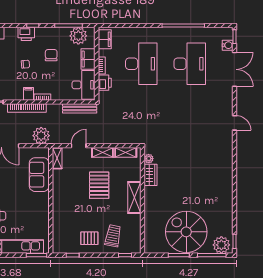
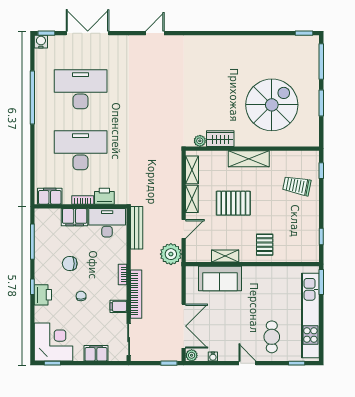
plant: (78, 36) -> (45, 229), removed
water cooler: (228, 45) -> (41, 42), moved
filing cabinet: (28, 94) -> (118, 306), moved
plant: (41, 136) -> (171, 254), moved
door: (79, 146) -> (184, 229), swing flipped
shelving: (57, 158) -> (225, 256), moved
spiral stairs: (186, 232) -> (272, 105), moved, turned 180
pallet: (89, 238) -> (265, 245), moved
plant: (221, 245) -> (308, 49), removed

